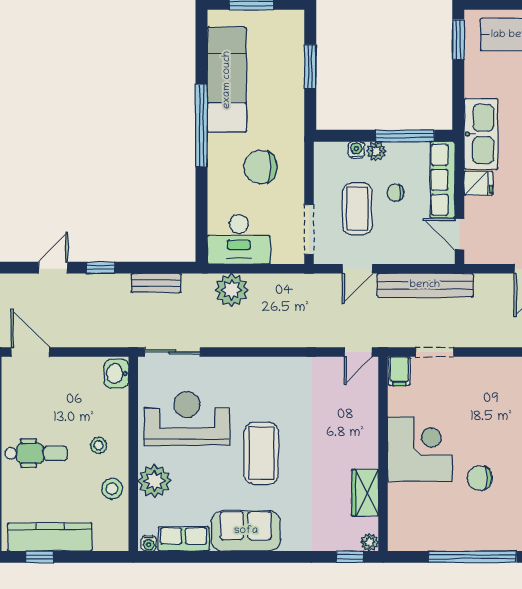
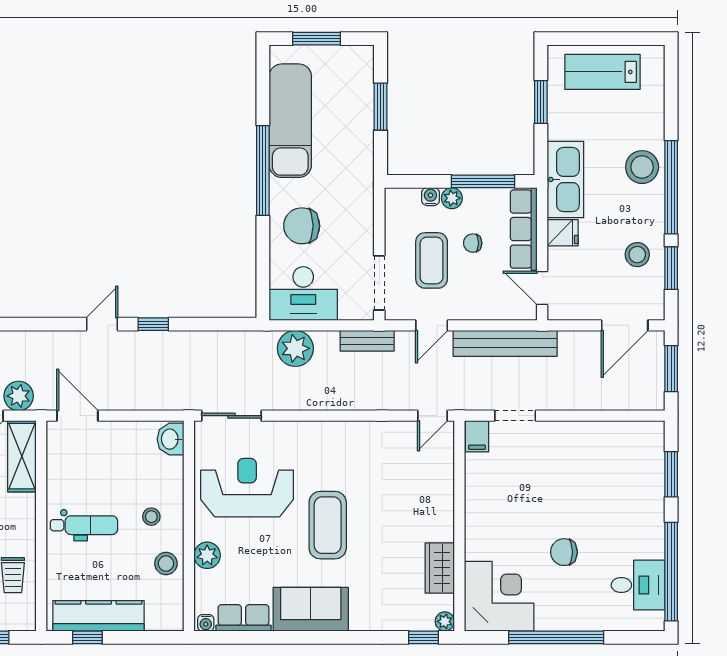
window: (458, 39) -> (541, 102), moved
chair: (260, 167) -> (302, 226), moved
bench: (156, 283) -> (367, 341), moved
corner desk: (420, 449) -> (499, 596), moved
plant: (154, 481) -> (207, 555), width x0.73, depth x0.73

